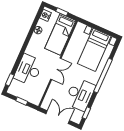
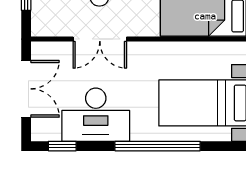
double door: (56, 69) -> (100, 39), moved

